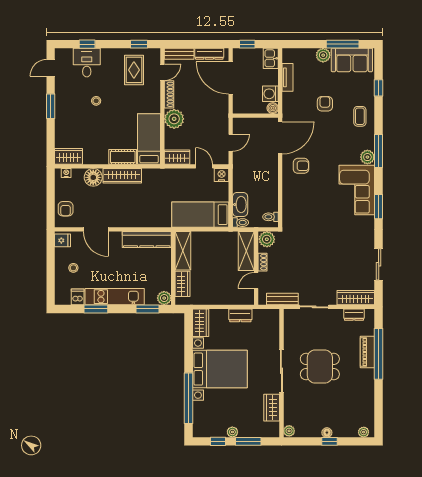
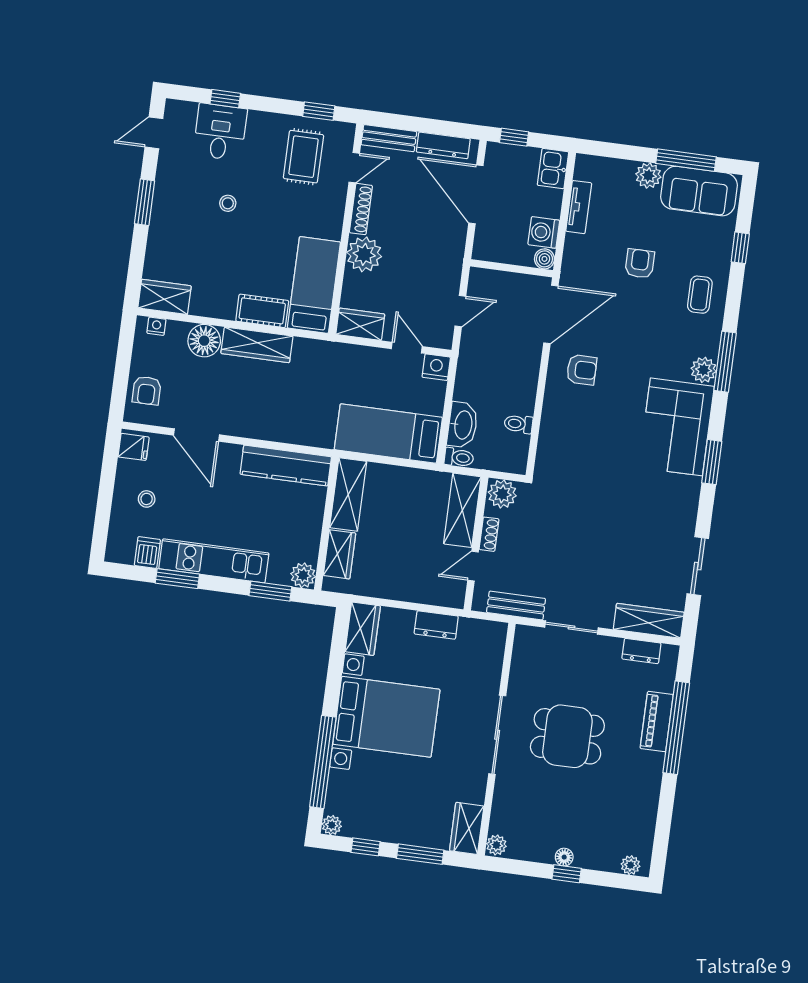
toilet: (271, 217) -> (518, 424), moved
wardrobe: (272, 408) -> (467, 828), moved
plant: (232, 432) -> (332, 825), moved

